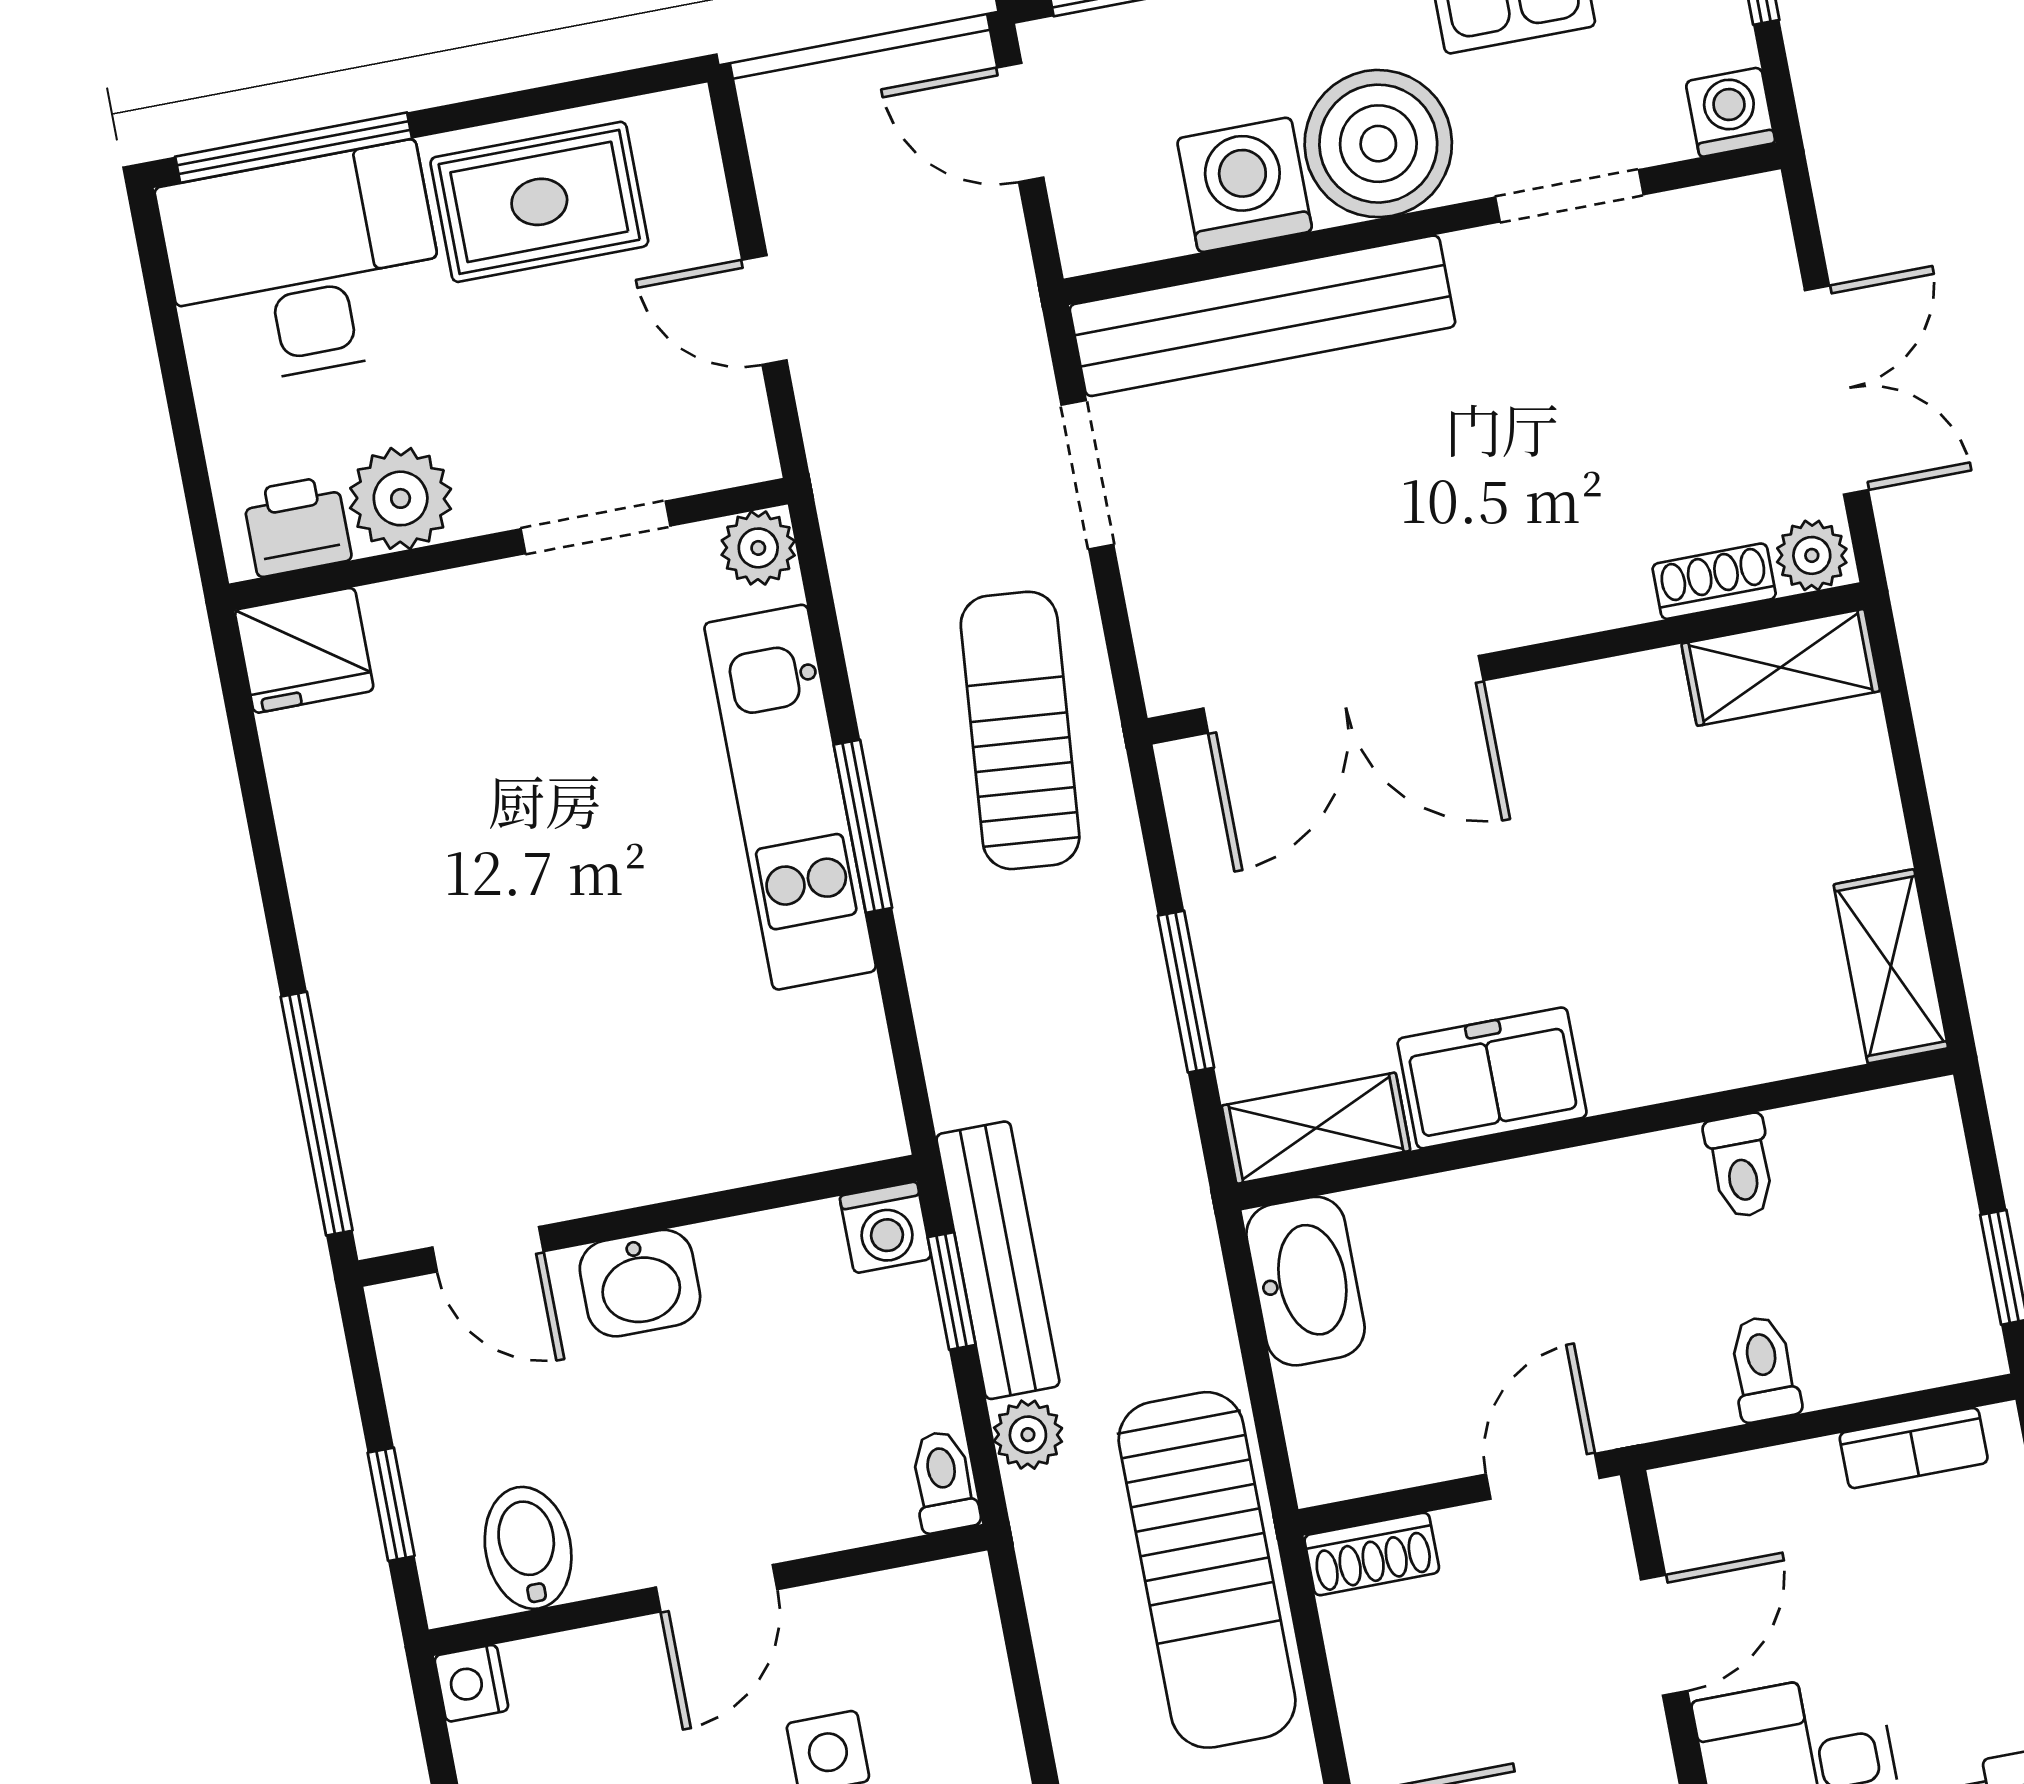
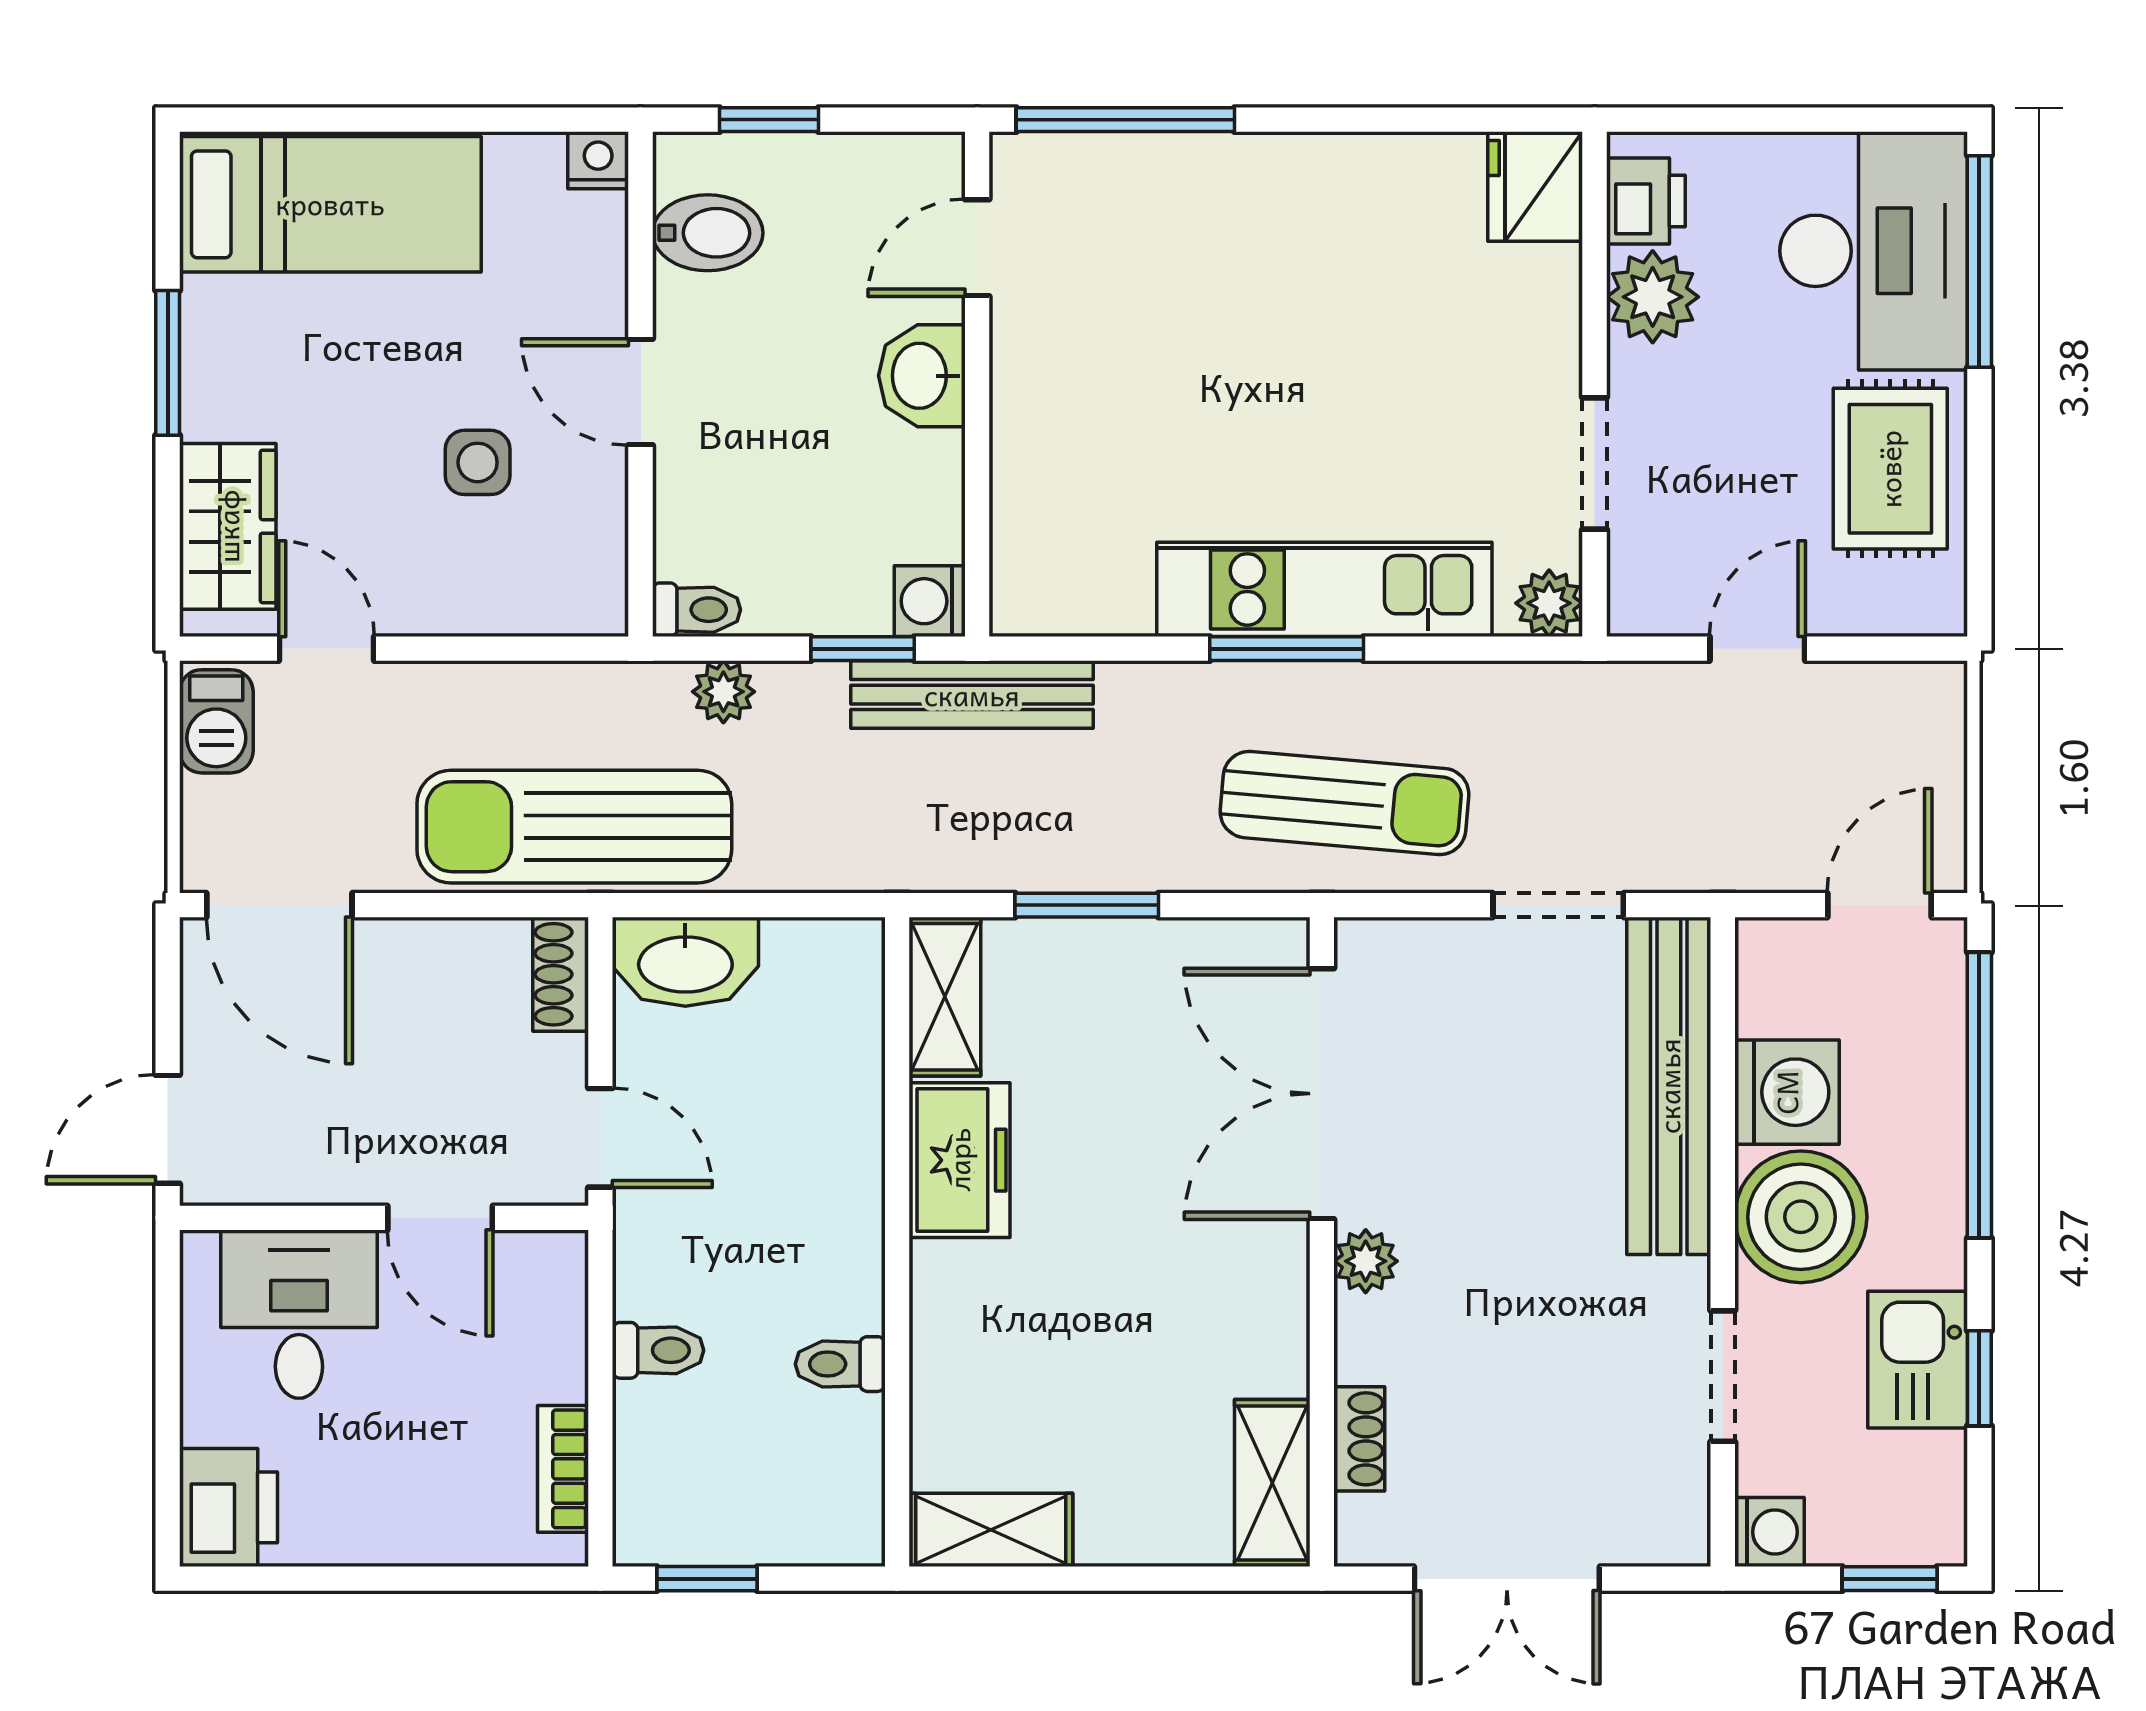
plant: (1812, 555) -> (1366, 1261), moved
bench: (998, 1260) -> (972, 695), moved
washbasin: (1306, 1281) -> (685, 962), moved

